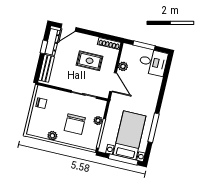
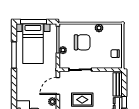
door: (113, 82) -> (58, 86), hinge flipped
chair: (75, 124) -> (82, 42), turned 90

